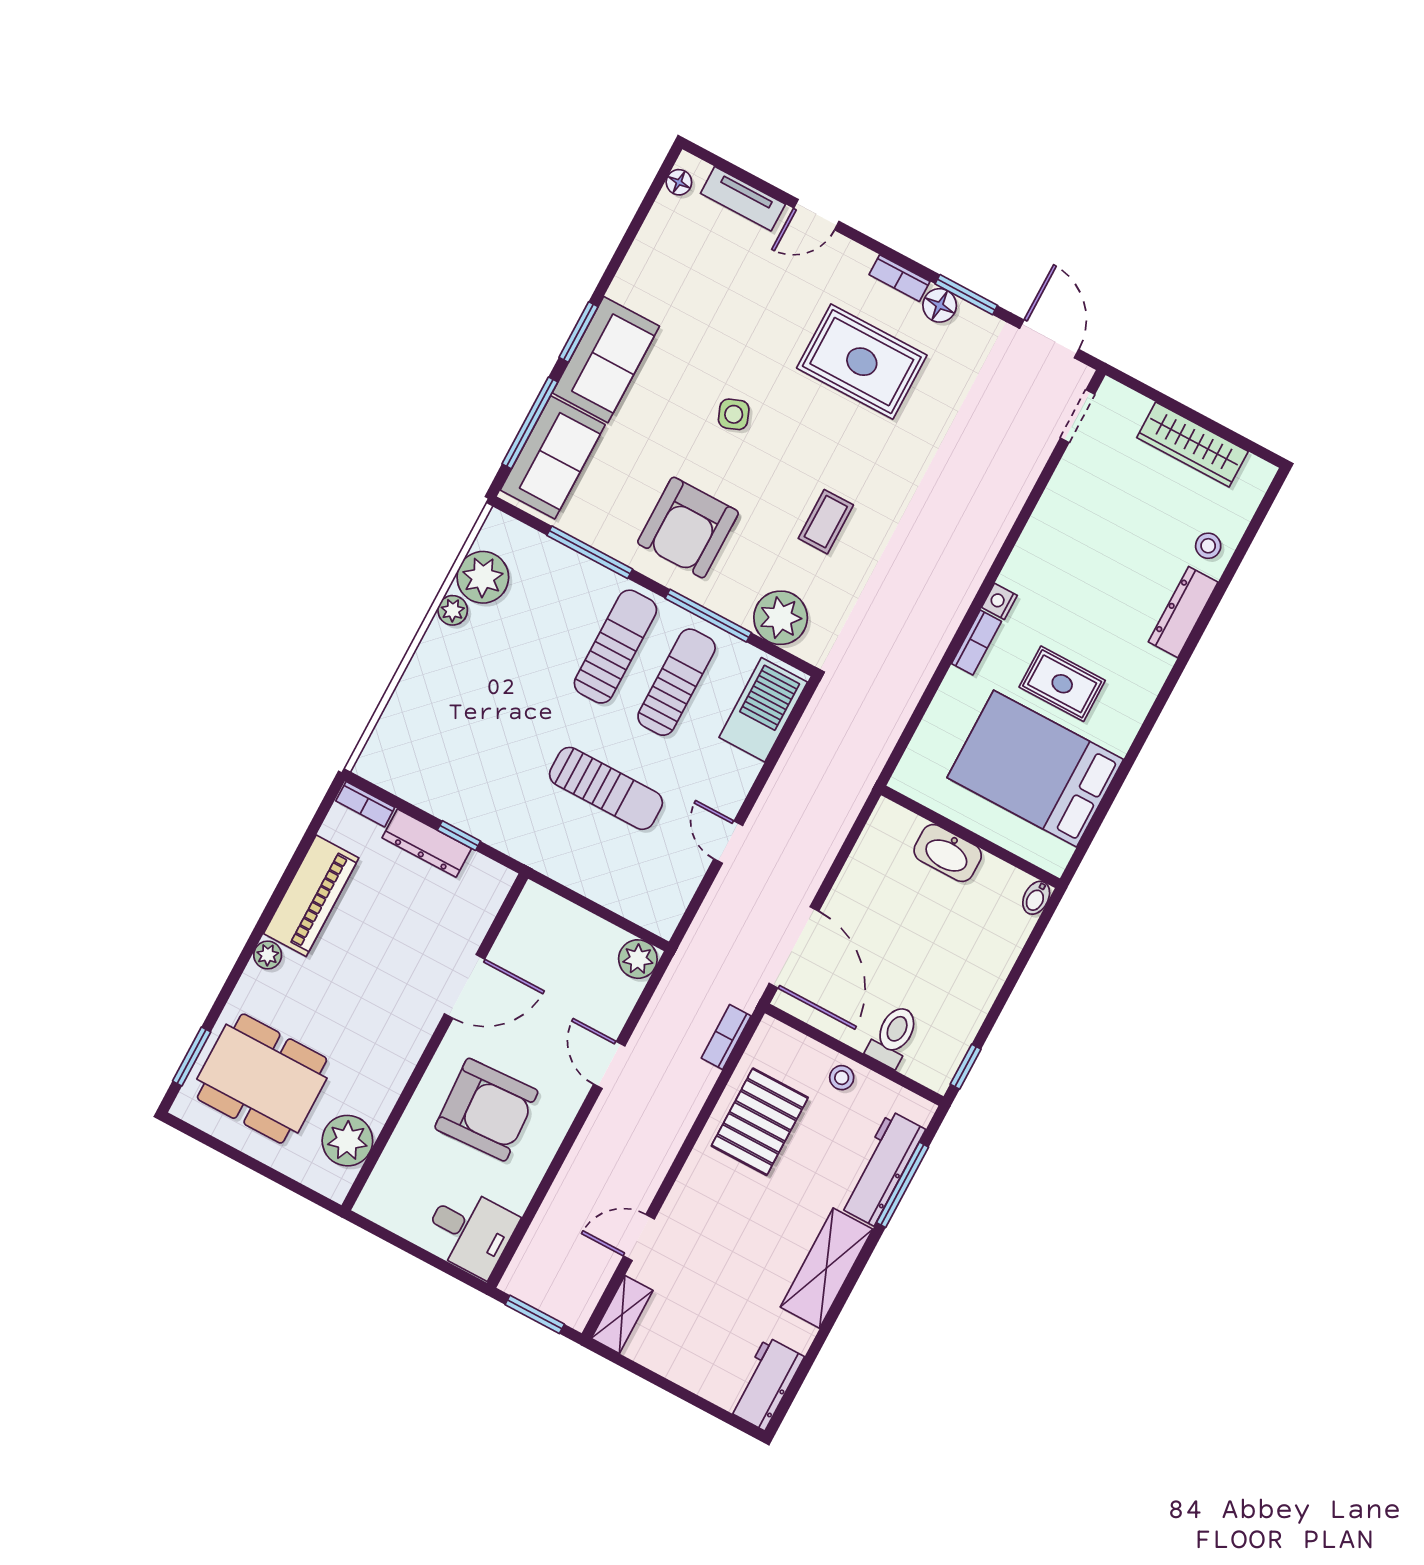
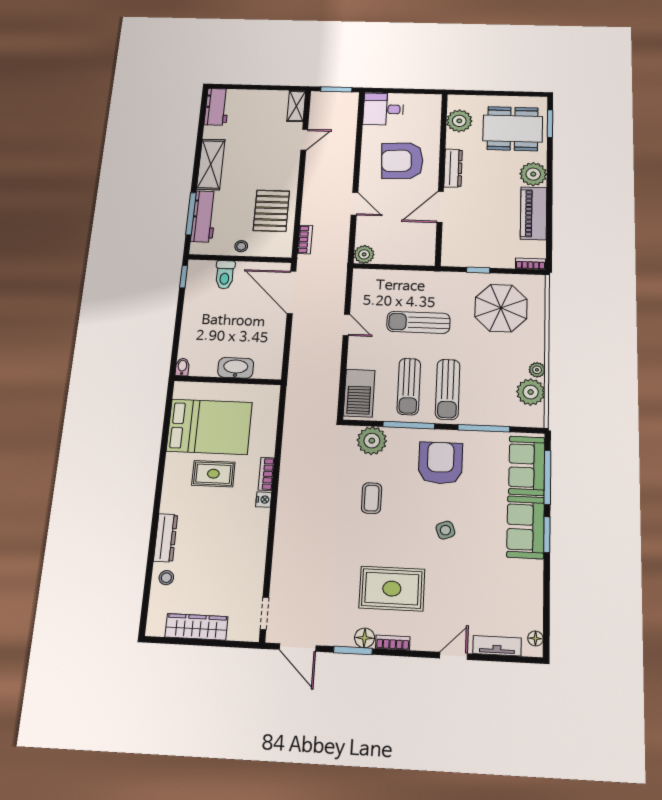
parasol: (456, 748) -> (501, 308), added
dresser: (427, 843) -> (453, 168), moved, turned 90
plant: (268, 955) -> (533, 174), width x1.87, depth x1.87

